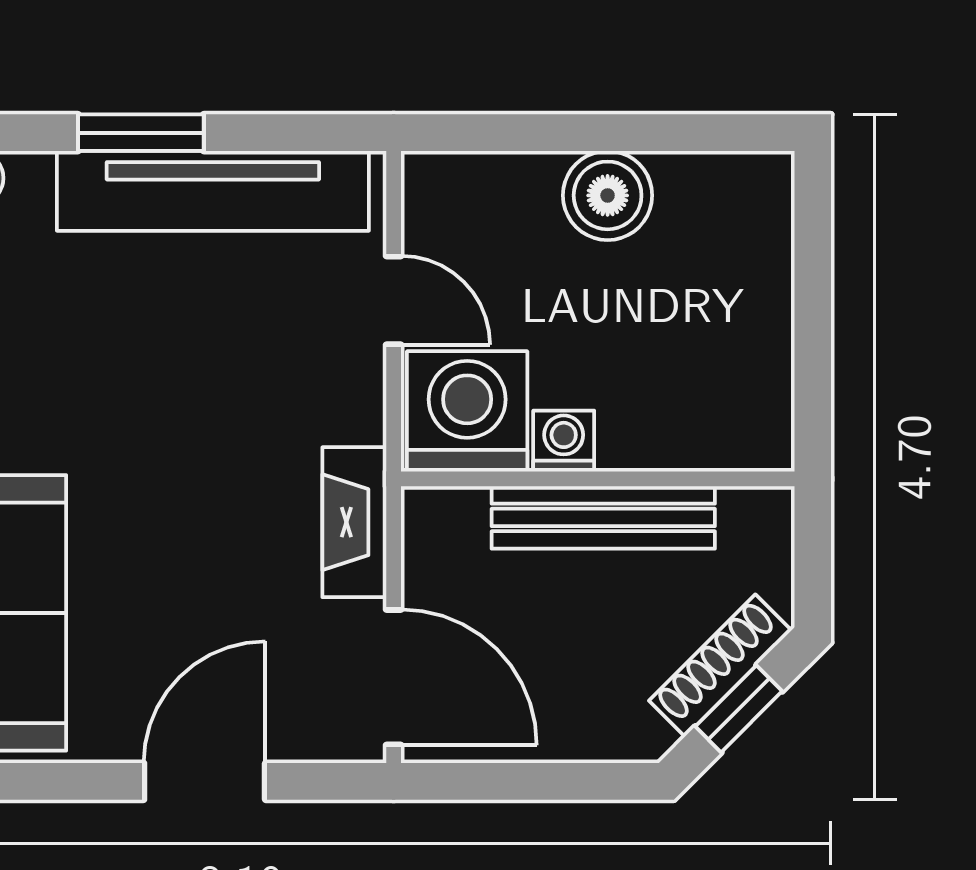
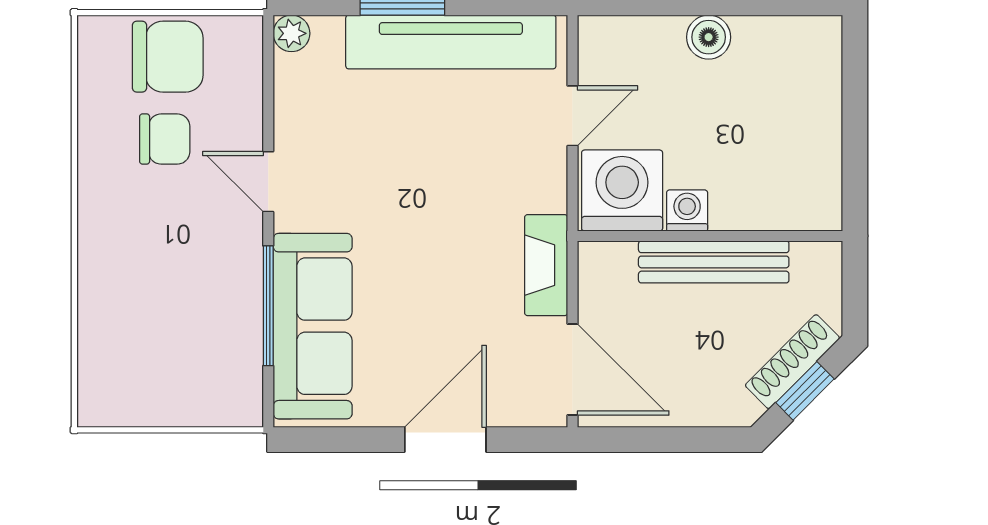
boiler: (608, 195) -> (709, 37), width x0.73, depth x0.73
door: (394, 300) -> (573, 116), hinge flipped

